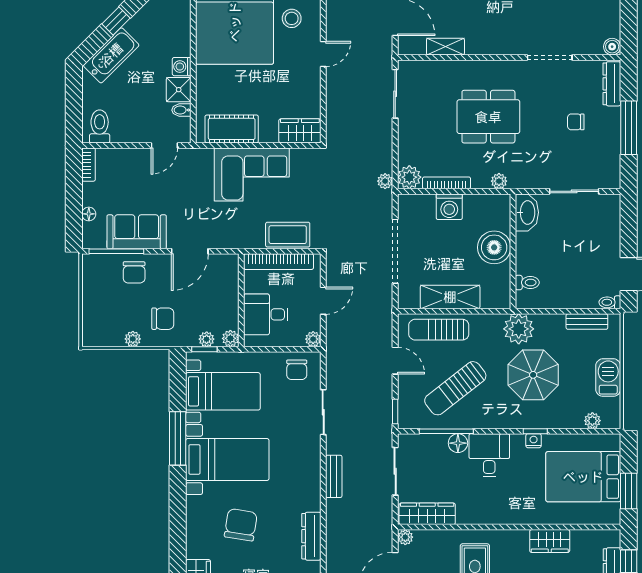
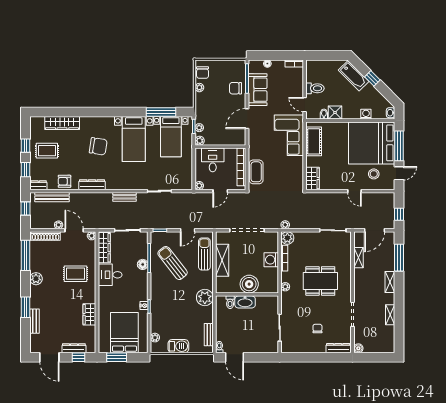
washing machine: (182, 67) -> (366, 114), moved
dining table: (488, 117) -> (320, 281), turned 90
toilet: (100, 126) -> (315, 88), moved
window: (629, 128) -> (314, 357), removed
corner sofa: (252, 175) -> (289, 135), moved
washbasin: (527, 212) -> (245, 302), moved
door: (190, 251) -> (247, 119), hinge flipped
door: (323, 301) -> (220, 191), hinge flipped
chair: (163, 319) -> (203, 73), moved
chair: (297, 370) -> (183, 177), removed
parasol: (533, 375) -> (180, 305), removed
window: (178, 438) -> (161, 112), moved
desk: (489, 455) -> (110, 275), moved, turned 180

